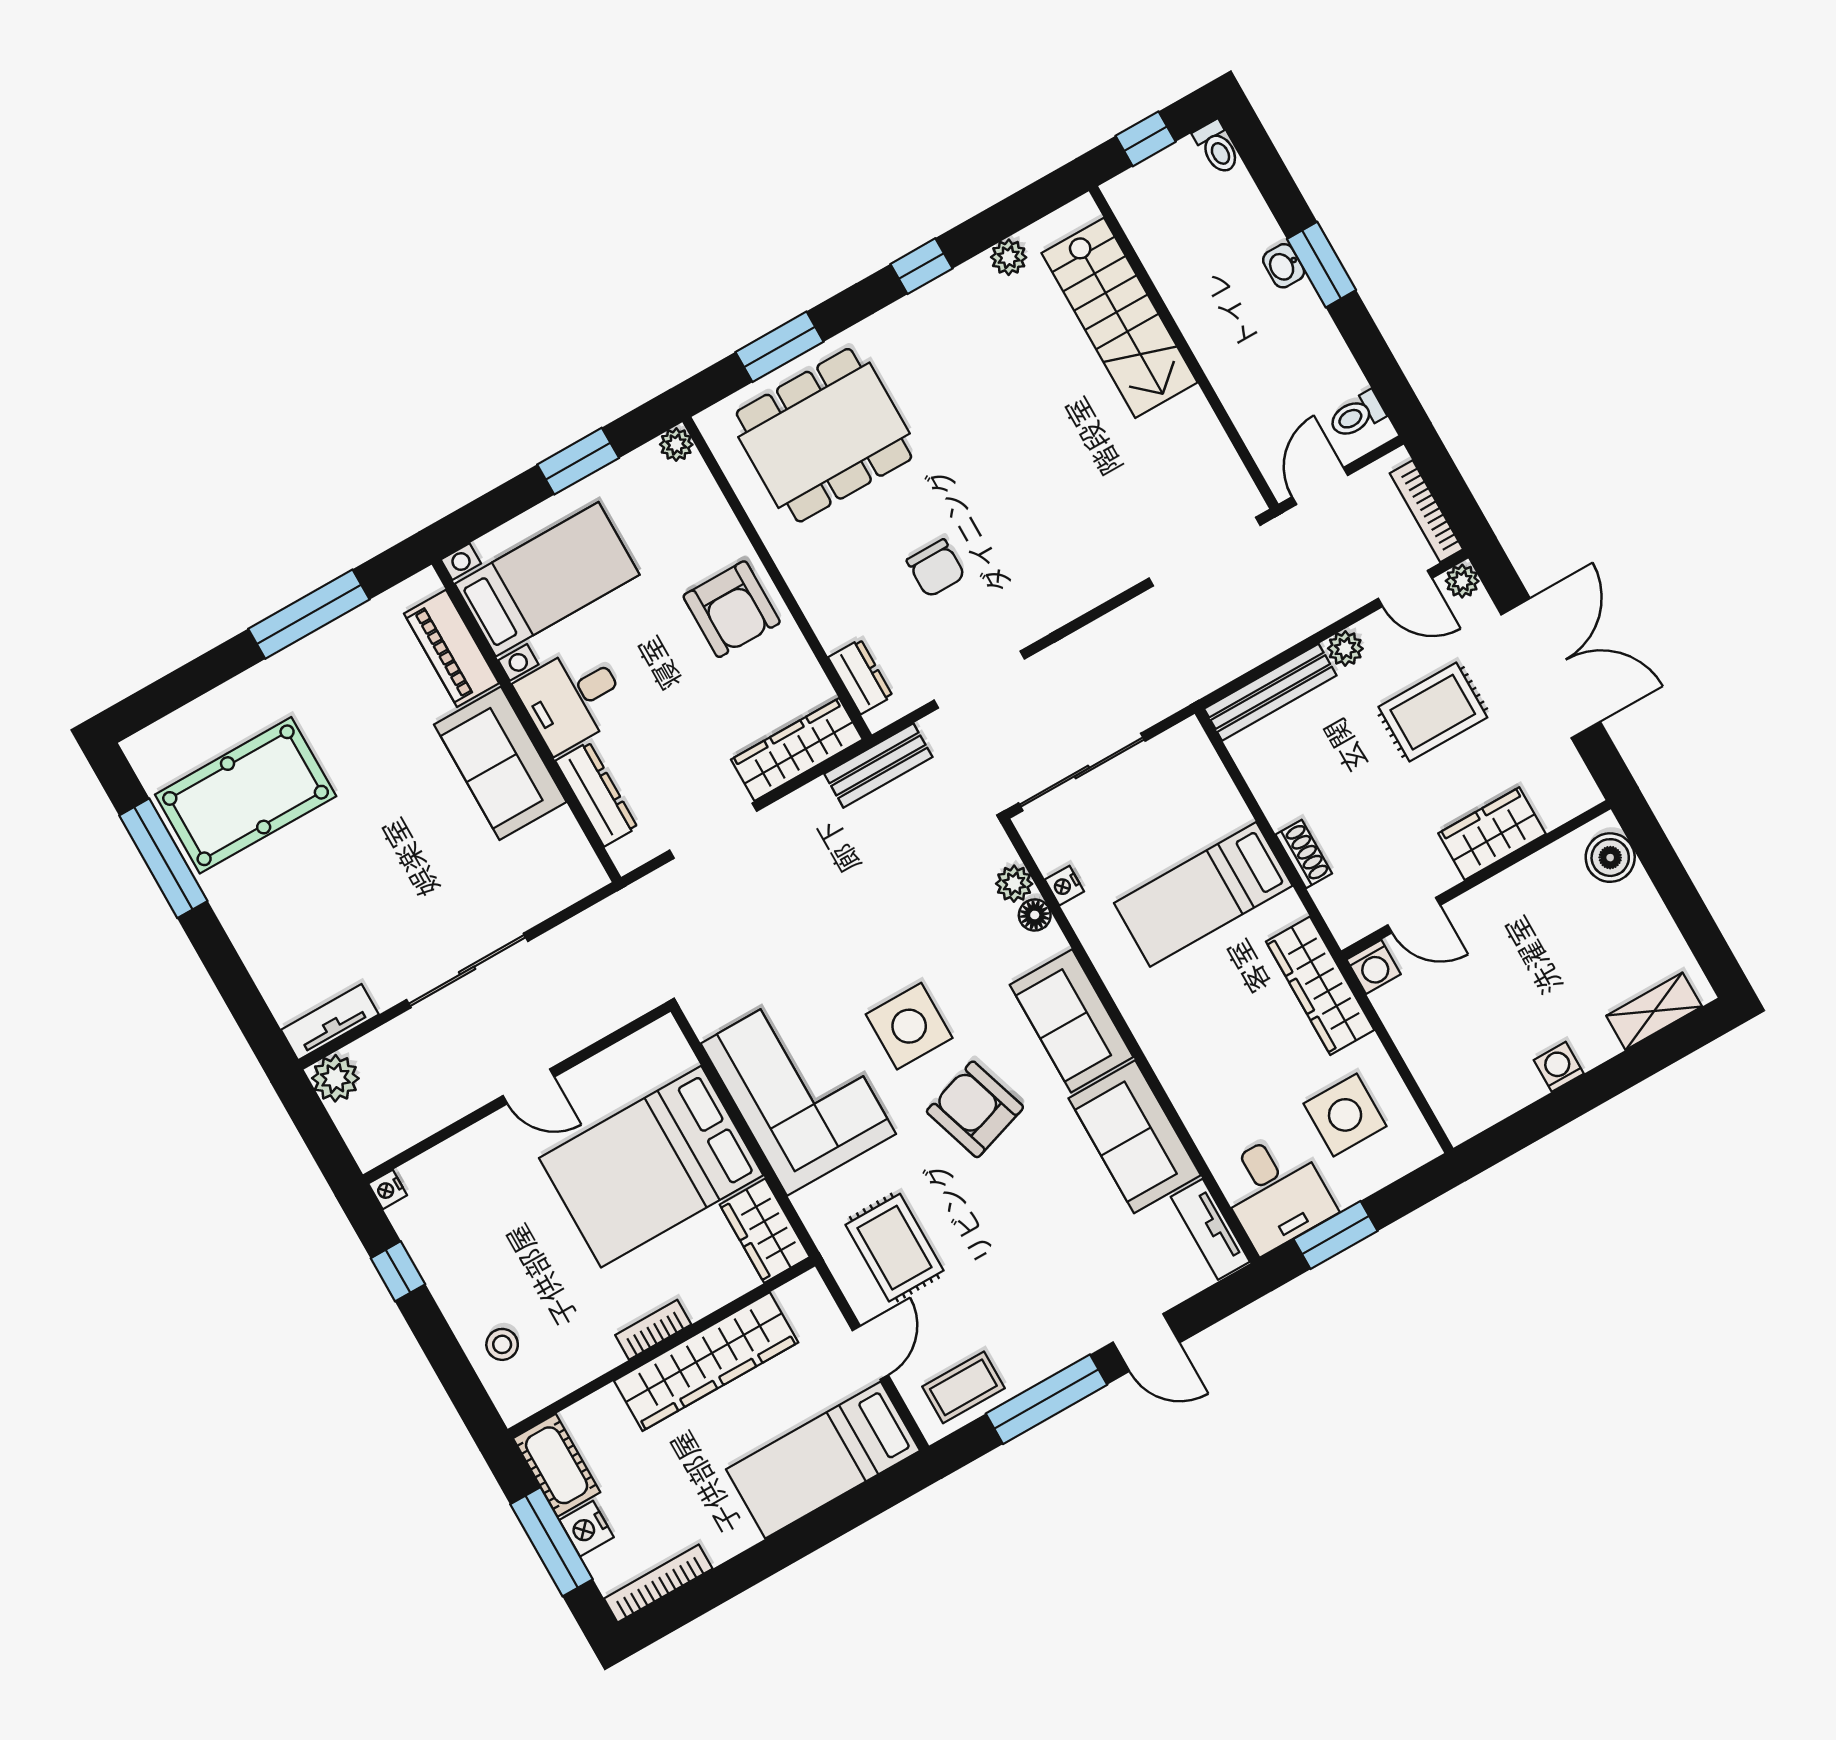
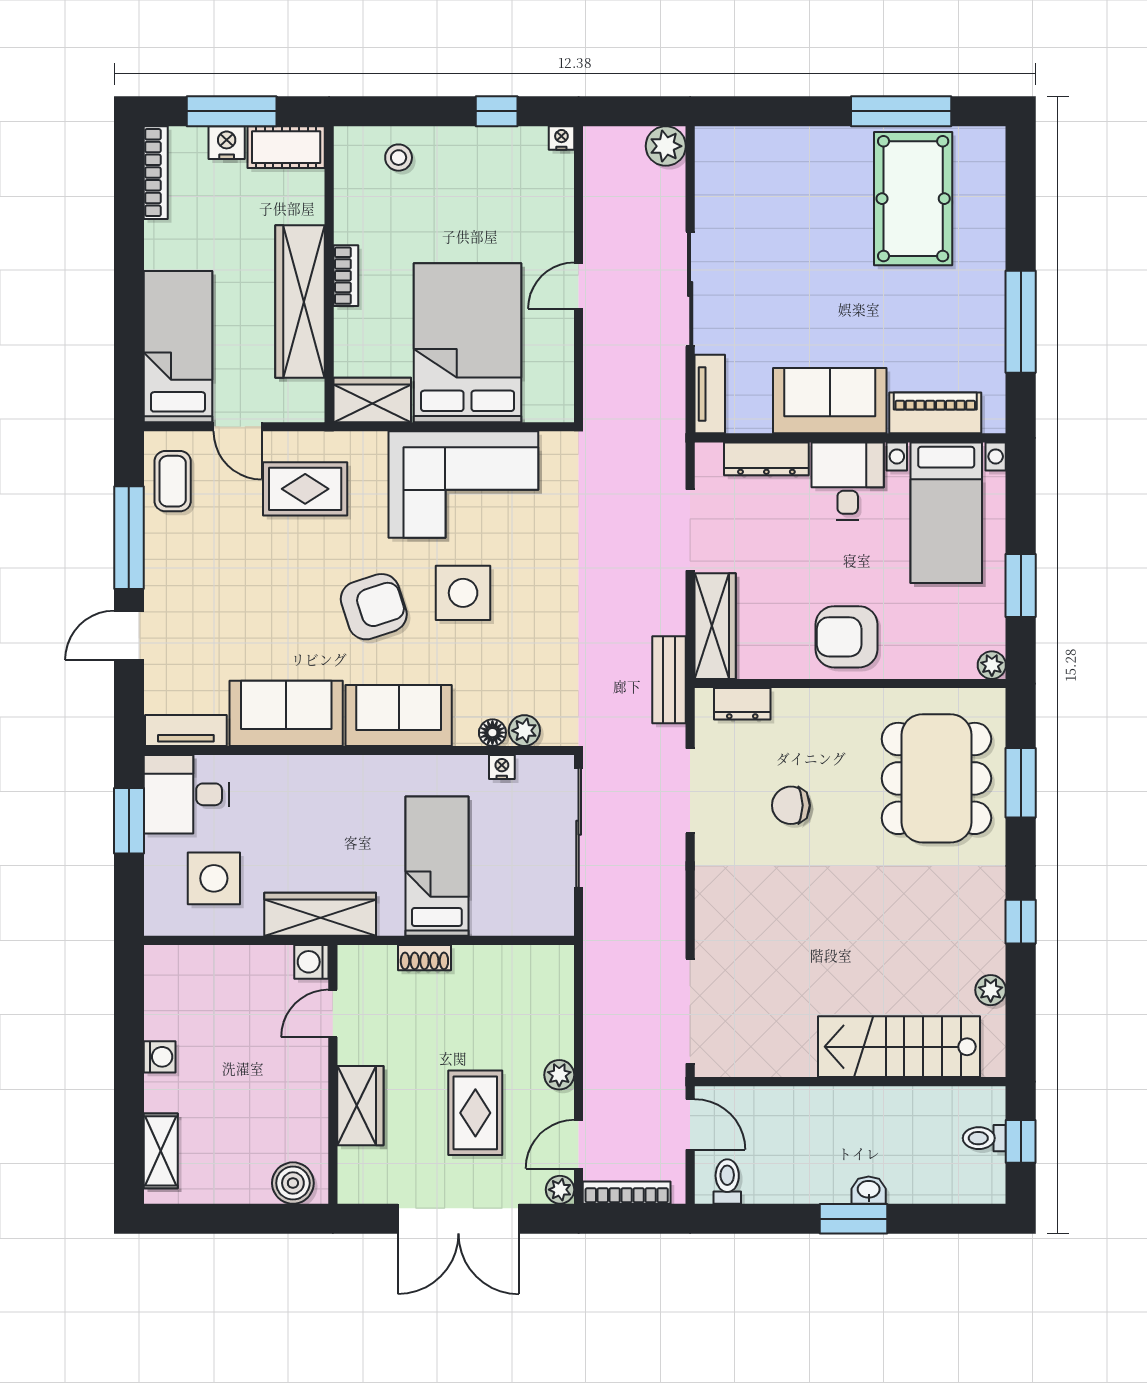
toilet: (1217, 147) -> (984, 1138), moved
bench: (1270, 692) -> (558, 1001), removed
tv unit: (330, 1022) -> (710, 394), moved

